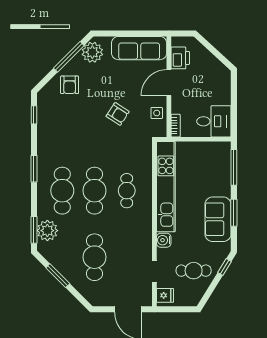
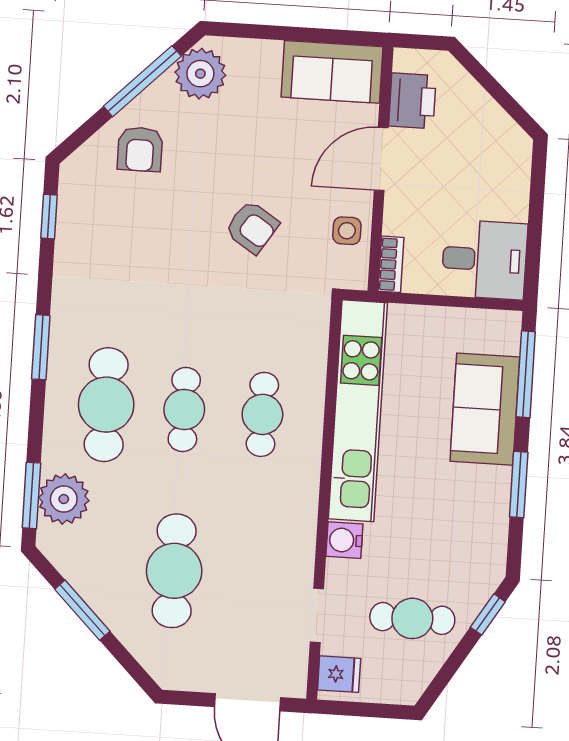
sofa: (139, 48) -> (332, 72), width x0.73
cafe table: (94, 191) -> (184, 409), width x0.73, depth x0.74
sofa: (218, 219) -> (485, 409), moved

